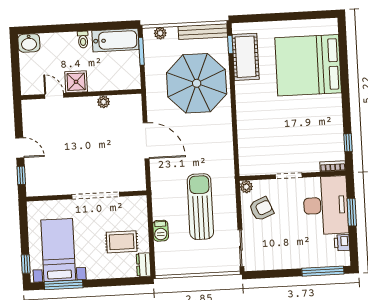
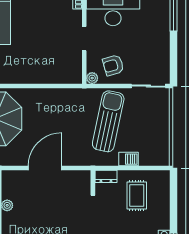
sun lounger: (200, 207) -> (108, 121), turned 102
armchair: (261, 209) -> (113, 65), turned -83
dresser: (144, 265) -> (106, 176), moved

